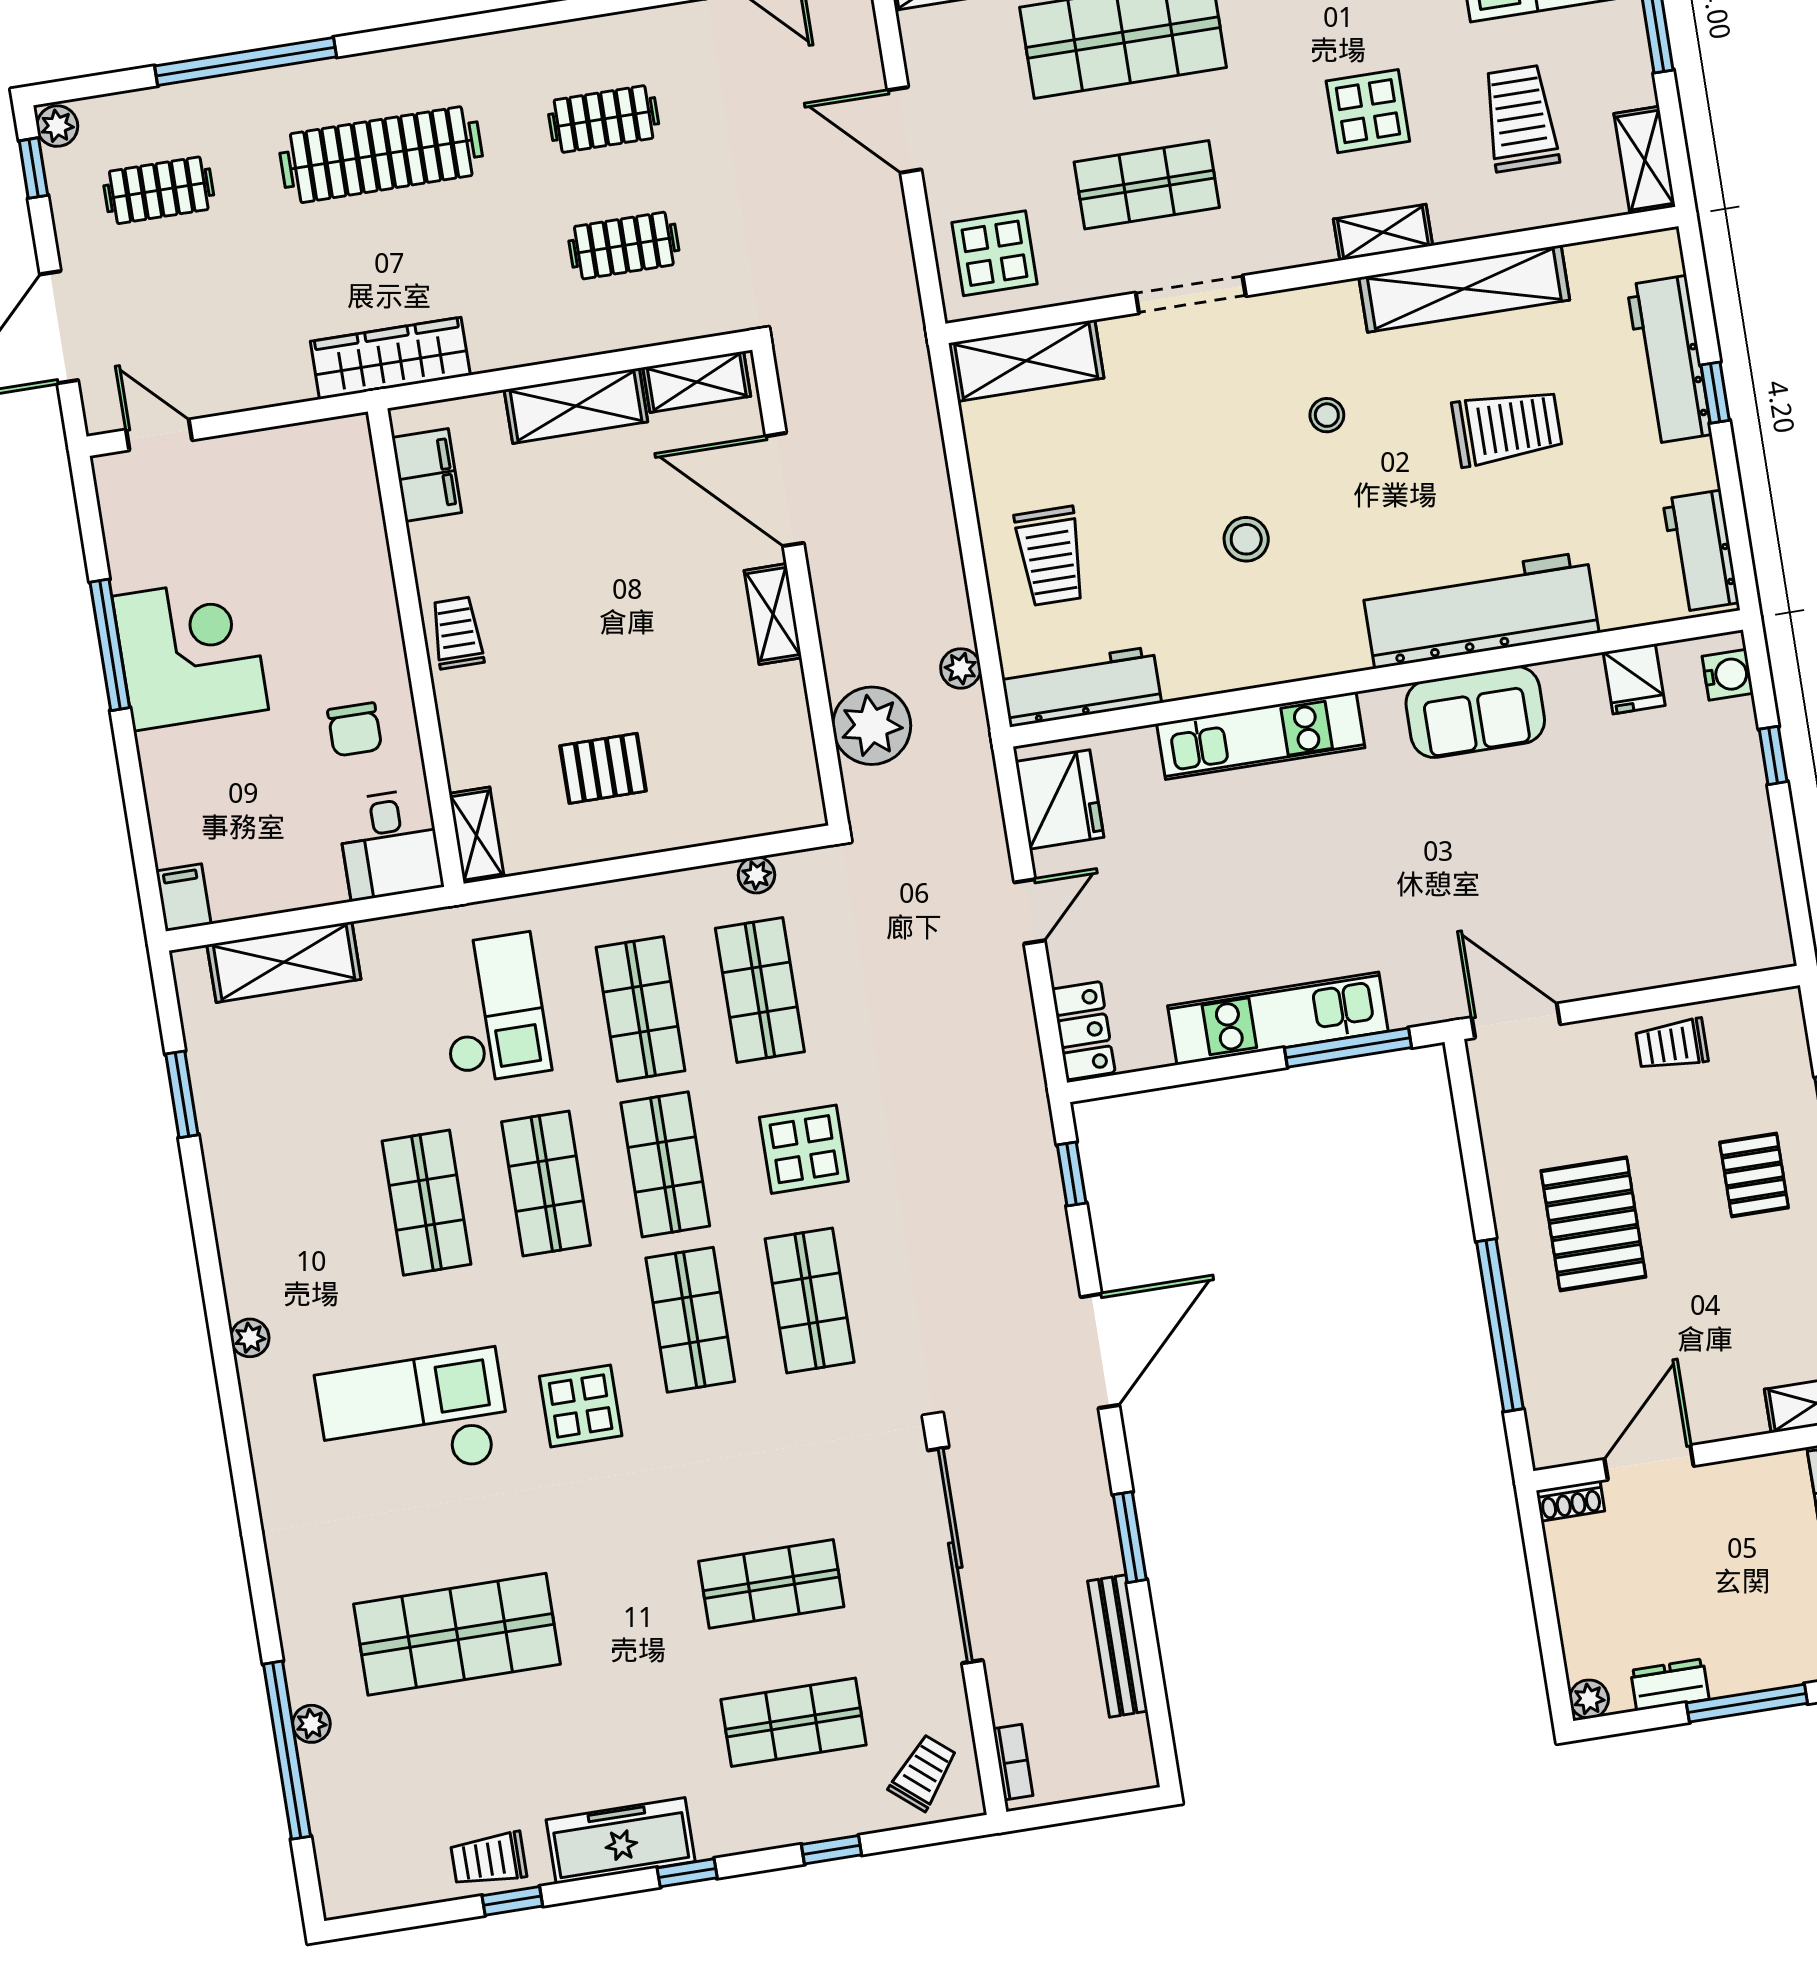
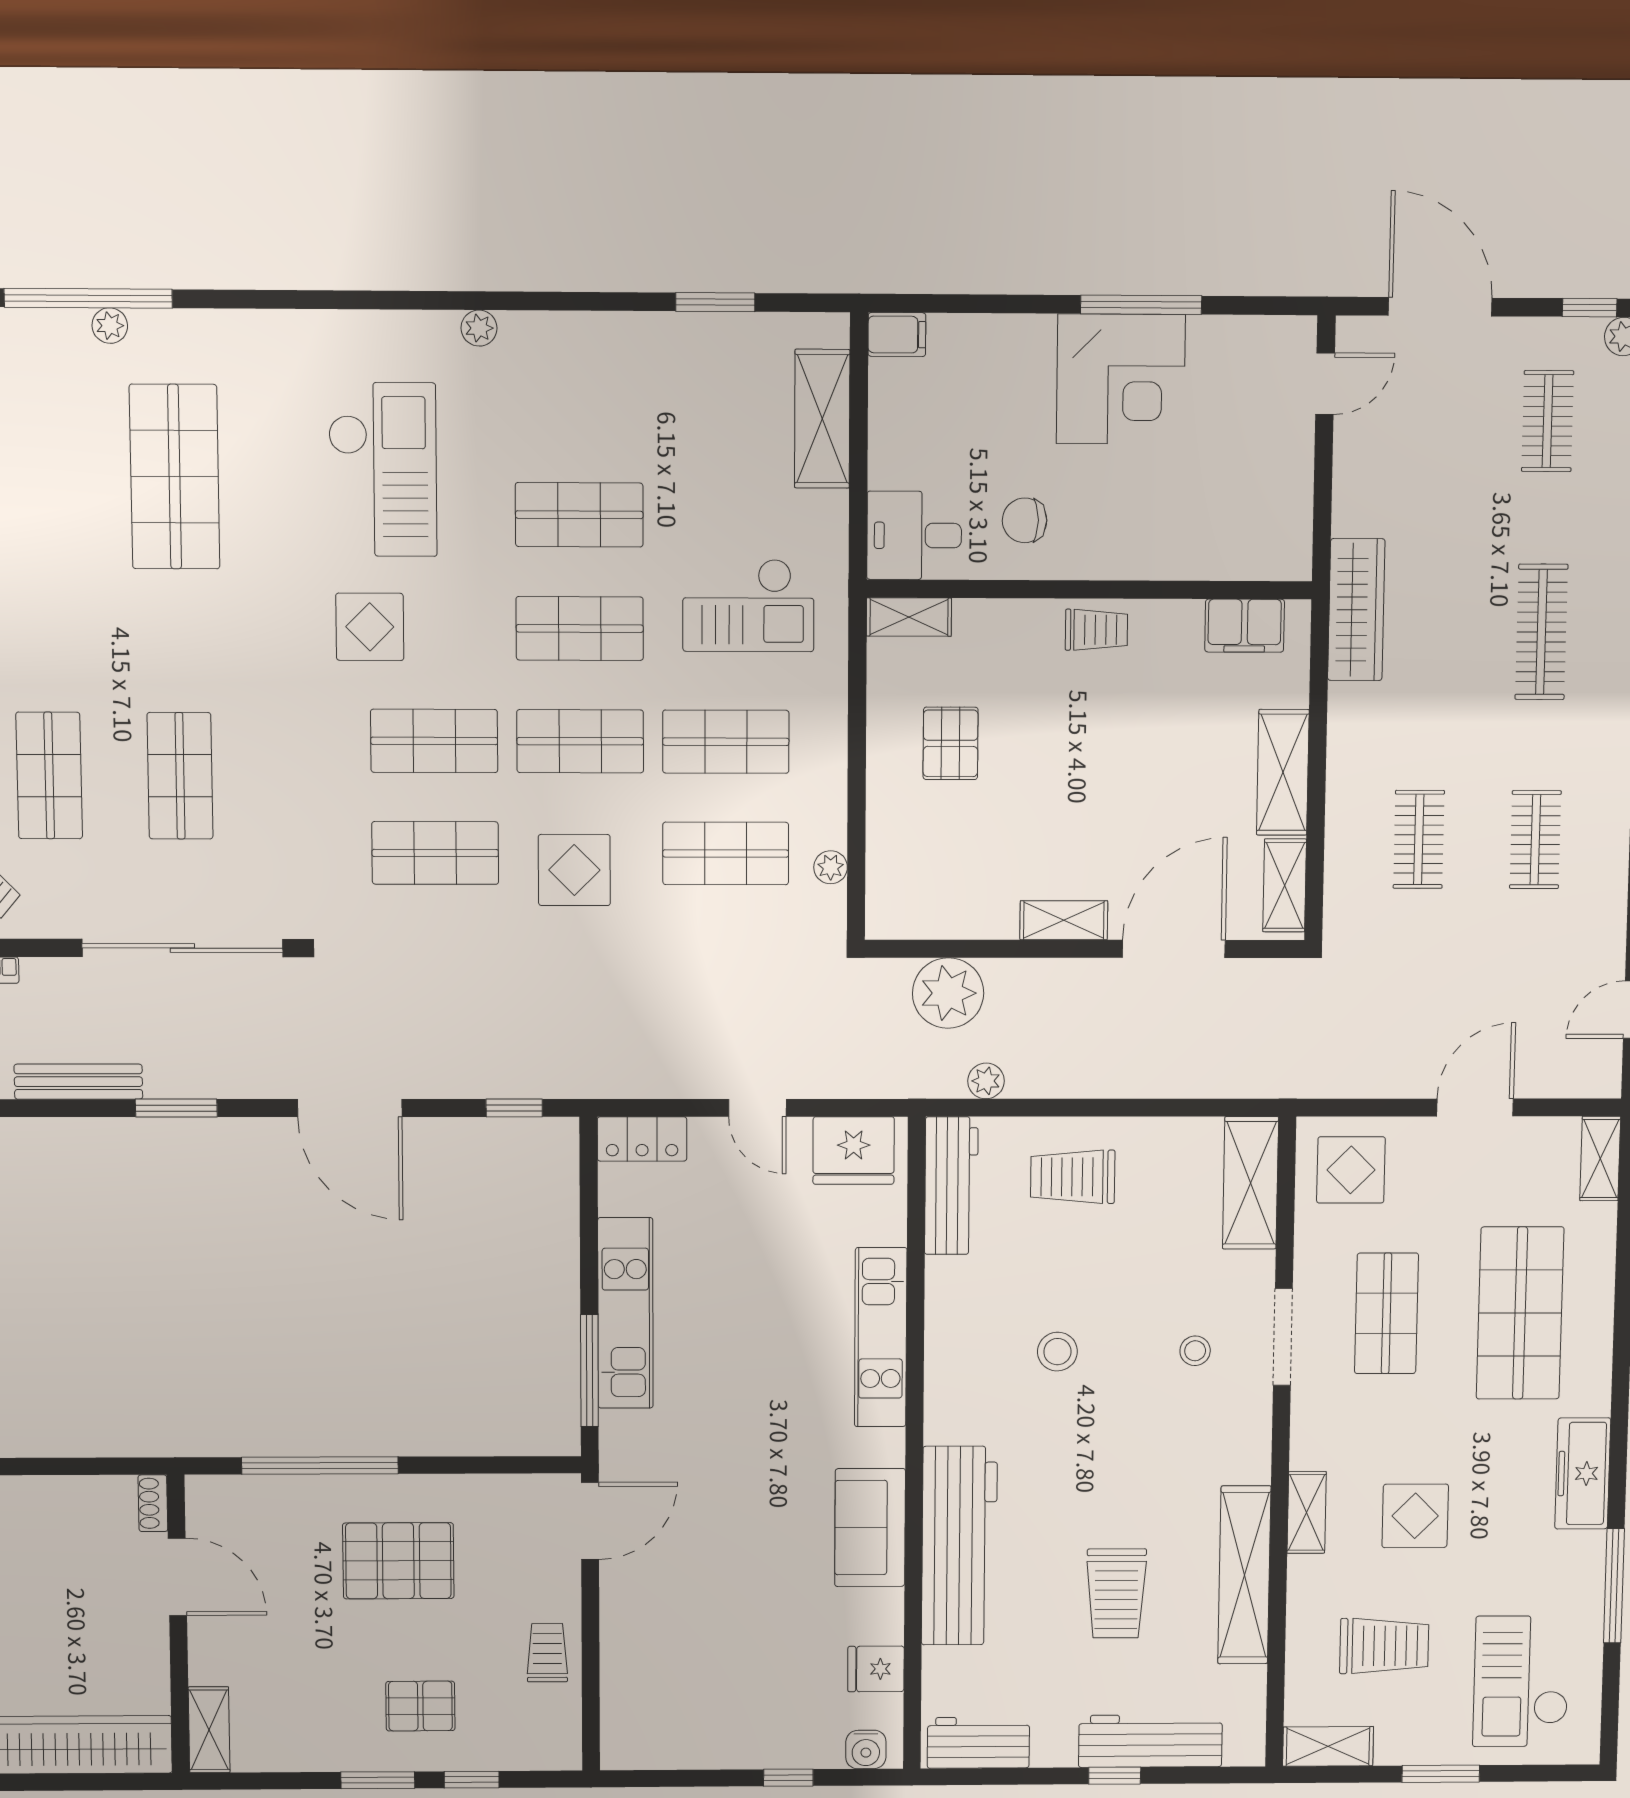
clothes rail: (381, 155) -> (1541, 632), width x0.73, depth x0.76
stool: (1327, 415) -> (1195, 1351), moved

